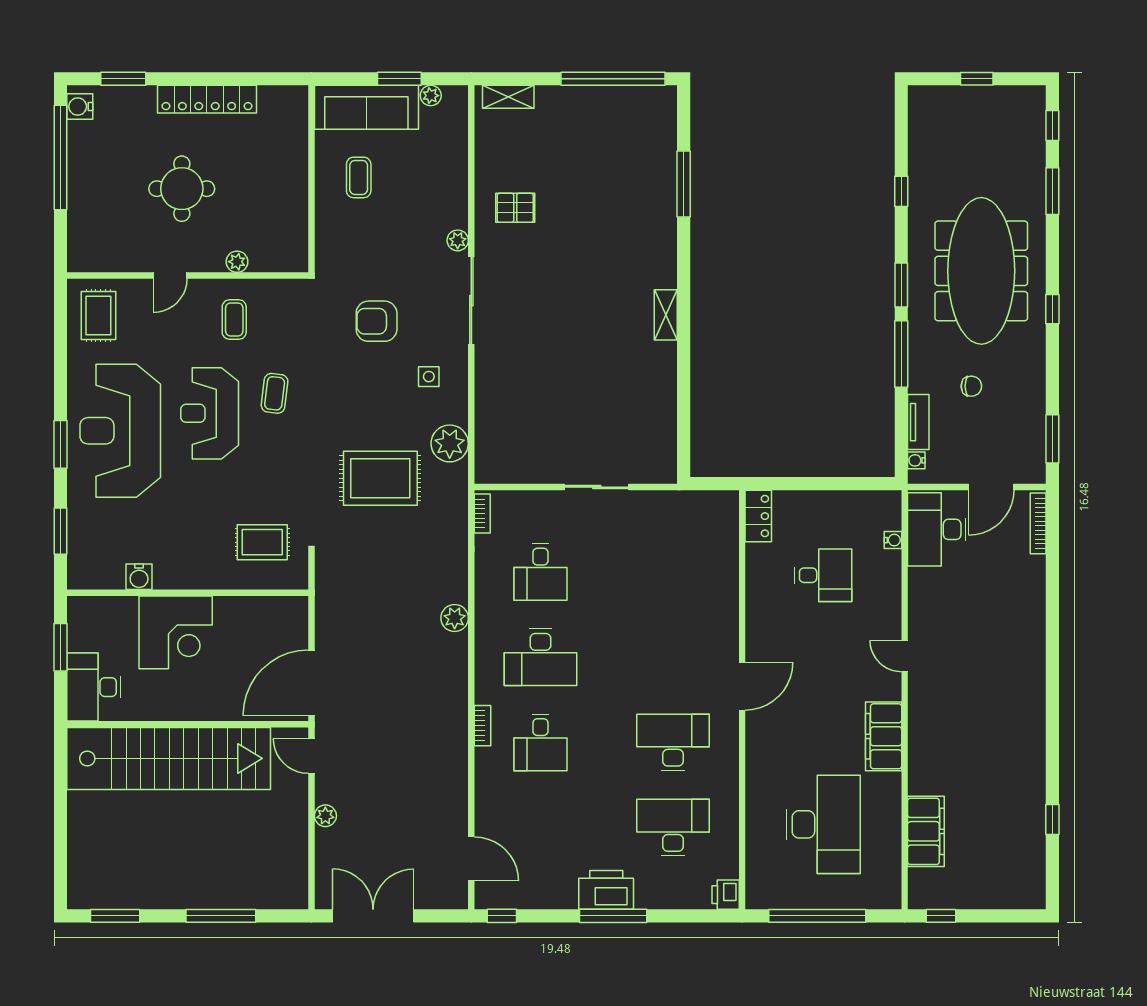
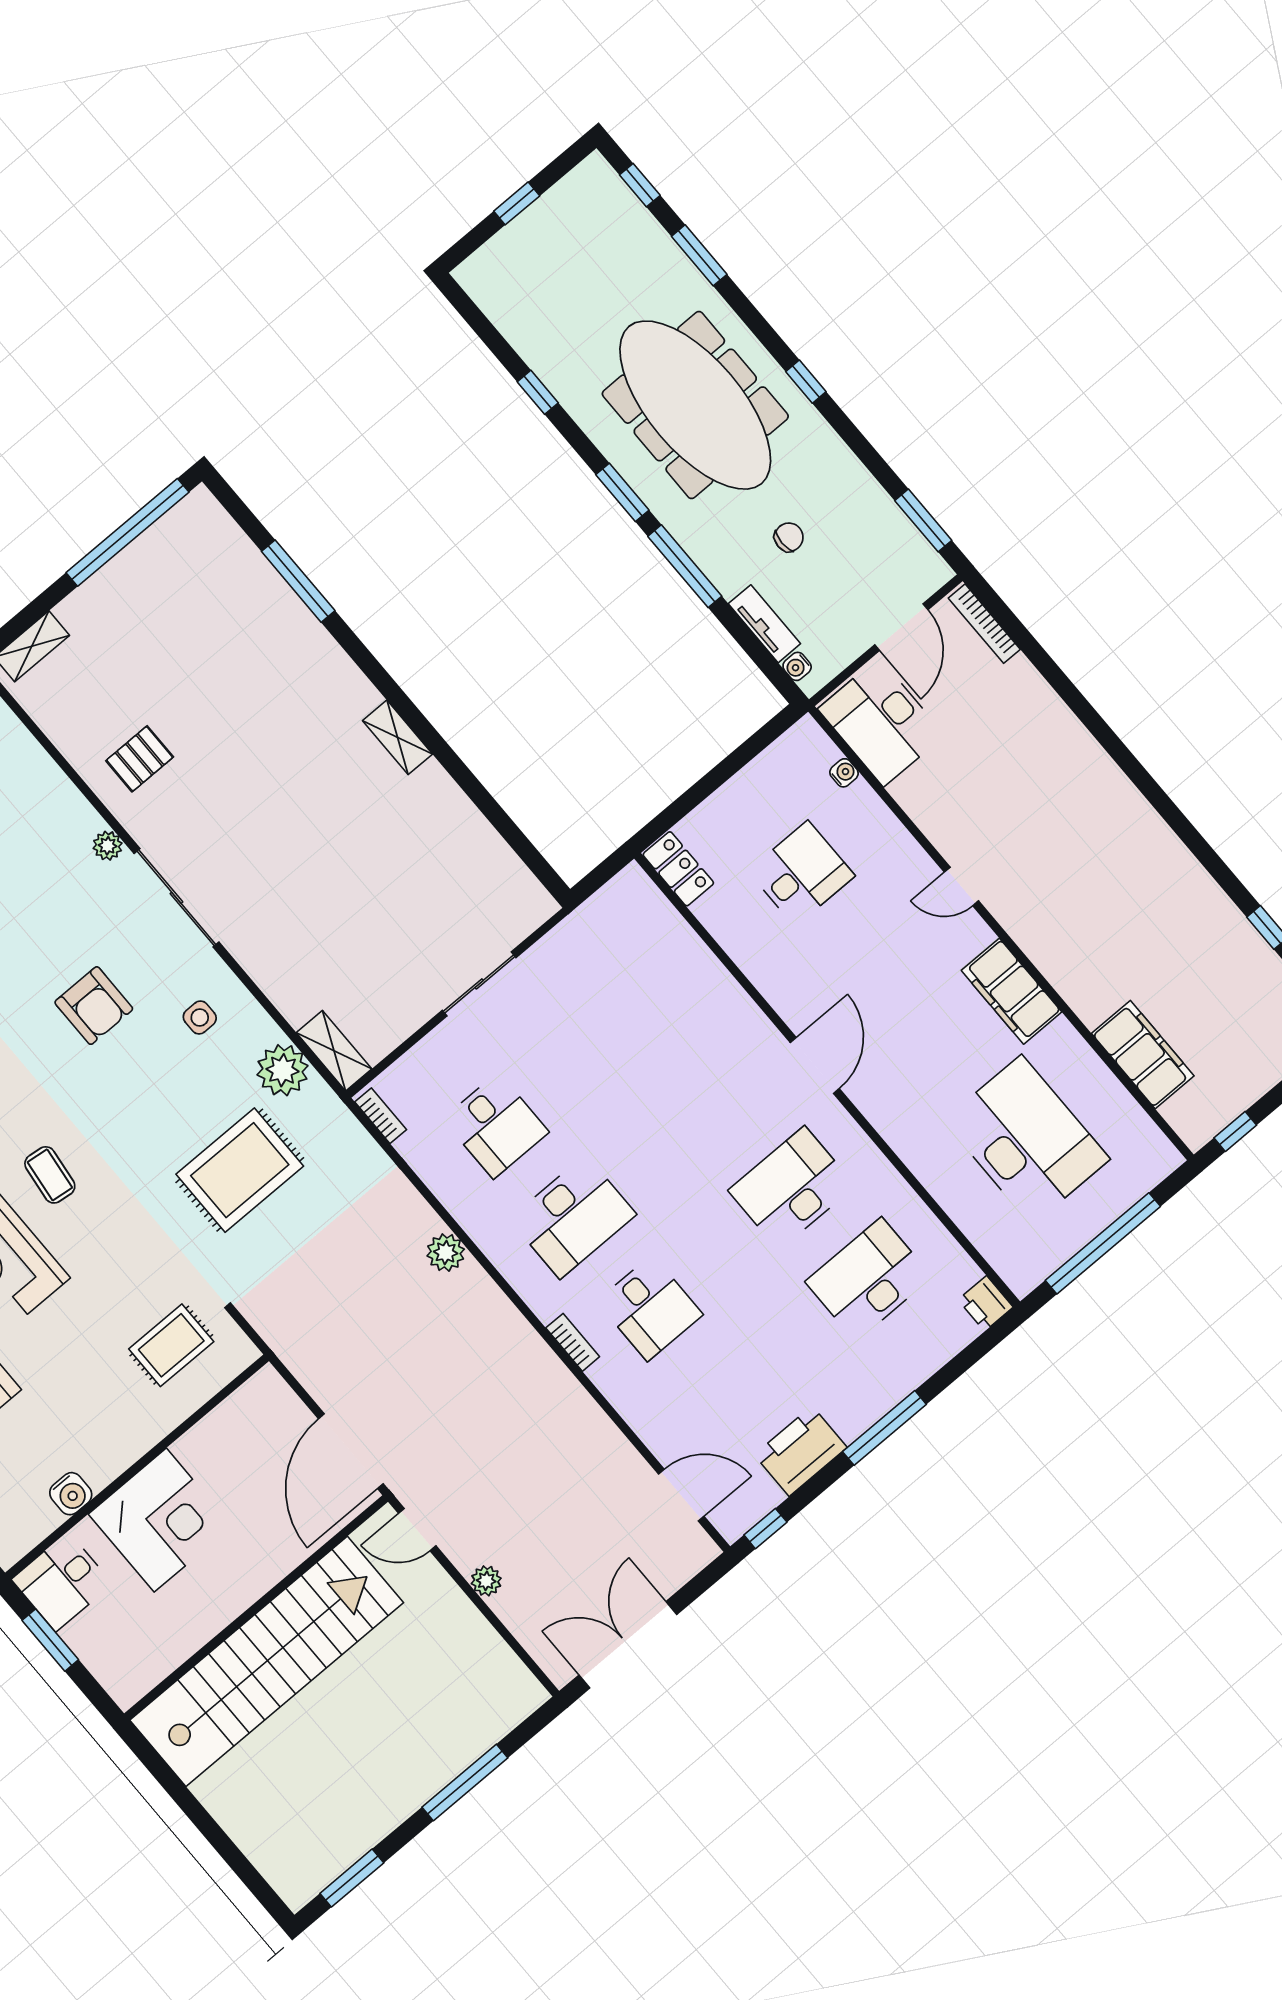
armchair: (377, 321) -> (94, 1006), turned -90
shelving: (487, 457) -> (334, 1051), added
desk: (94, 687) -> (62, 1582), moved, width x0.73
printer: (606, 890) -> (801, 1451), moved

